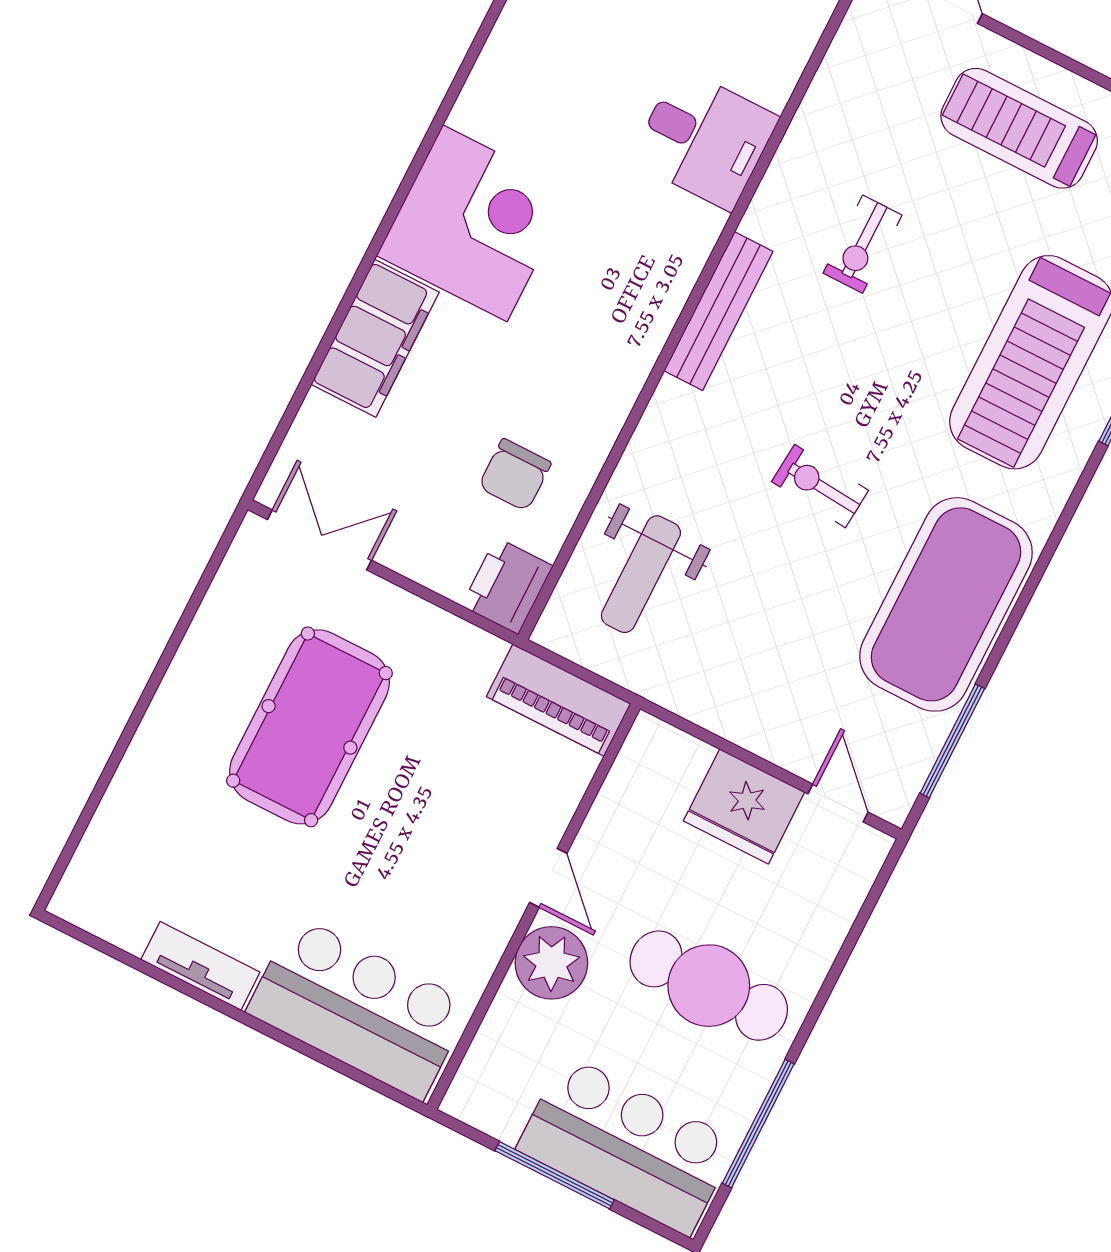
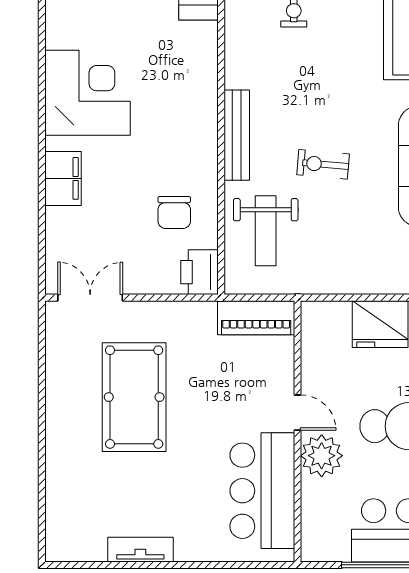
bench: (718, 311) -> (237, 135), moved
filing cabinet: (375, 338) -> (63, 178), width x0.67, depth x0.86
exercise bike: (820, 486) -> (323, 164), moved
bar counter: (359, 1008) -> (262, 491), moved, turned -90

